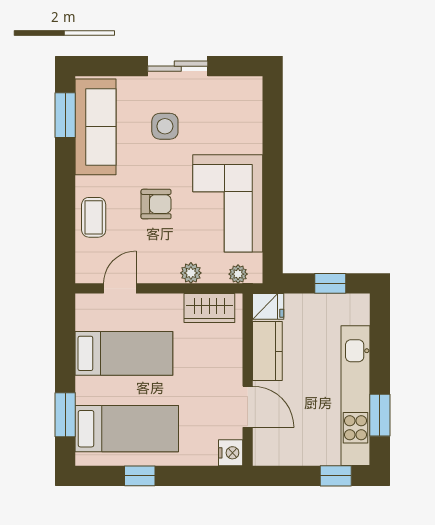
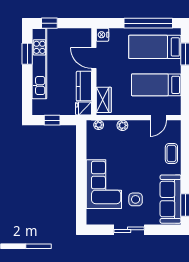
corner sofa: (228, 203) -> (104, 184), moved
armchair: (156, 204) -> (140, 160), removed
wardrobe: (209, 308) -> (104, 100), moved, turned 90
window: (140, 476) -> (148, 23), width x3.17

